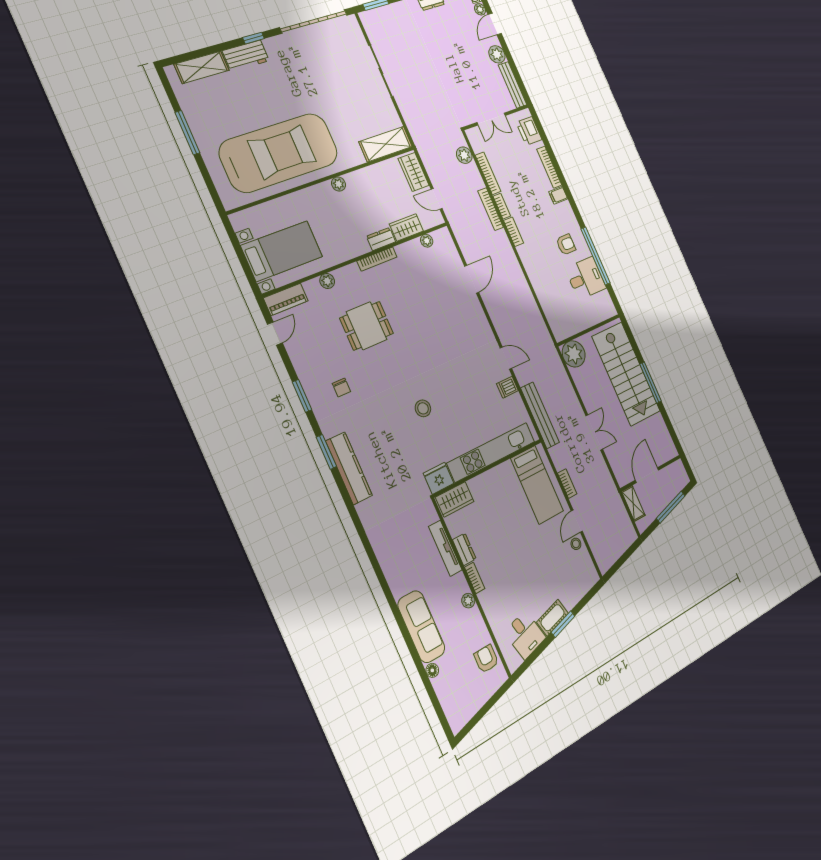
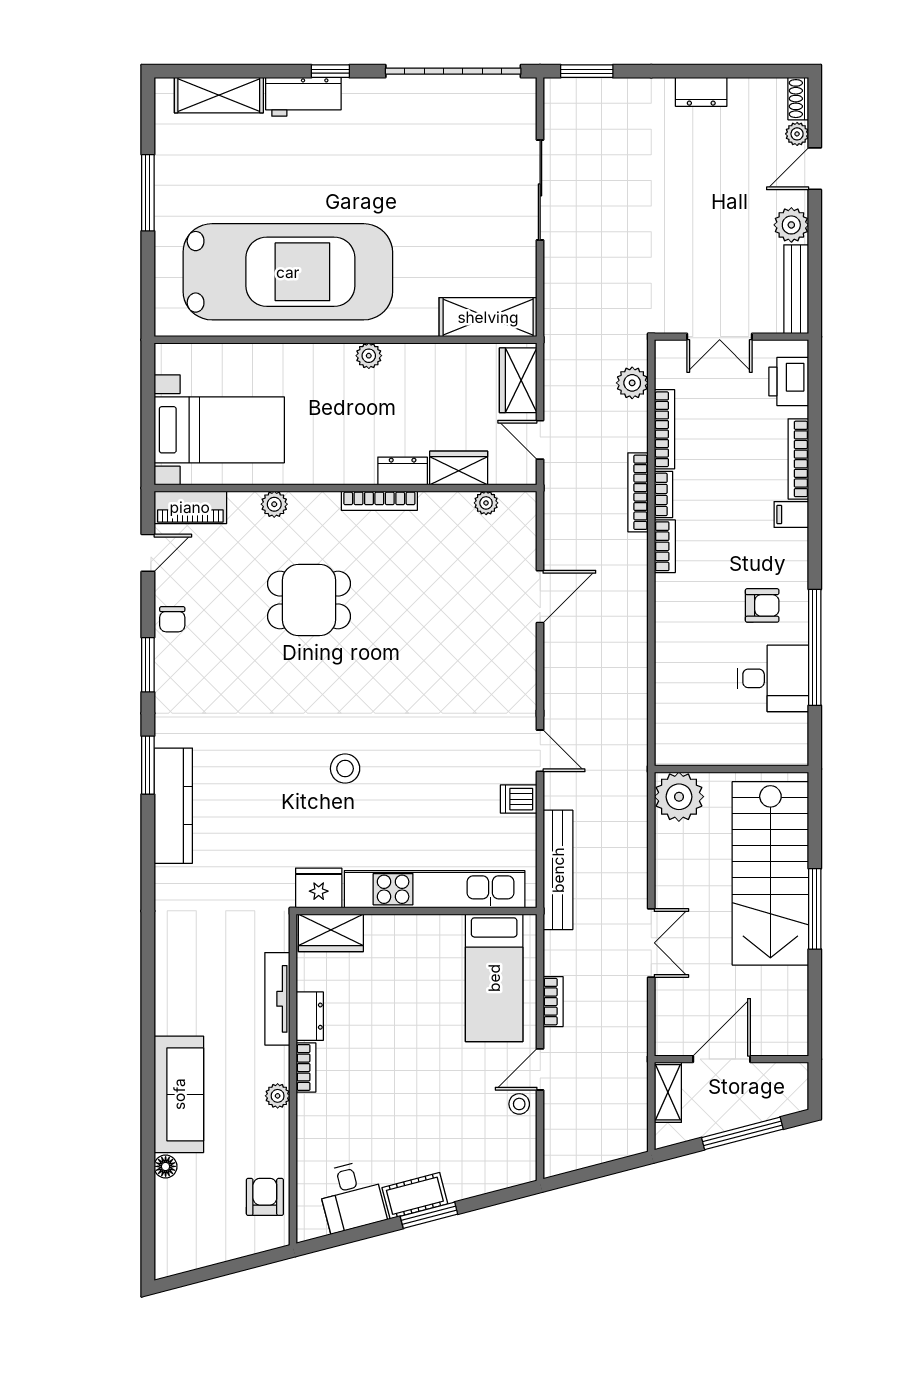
chair: (341, 388) -> (172, 619), moved

